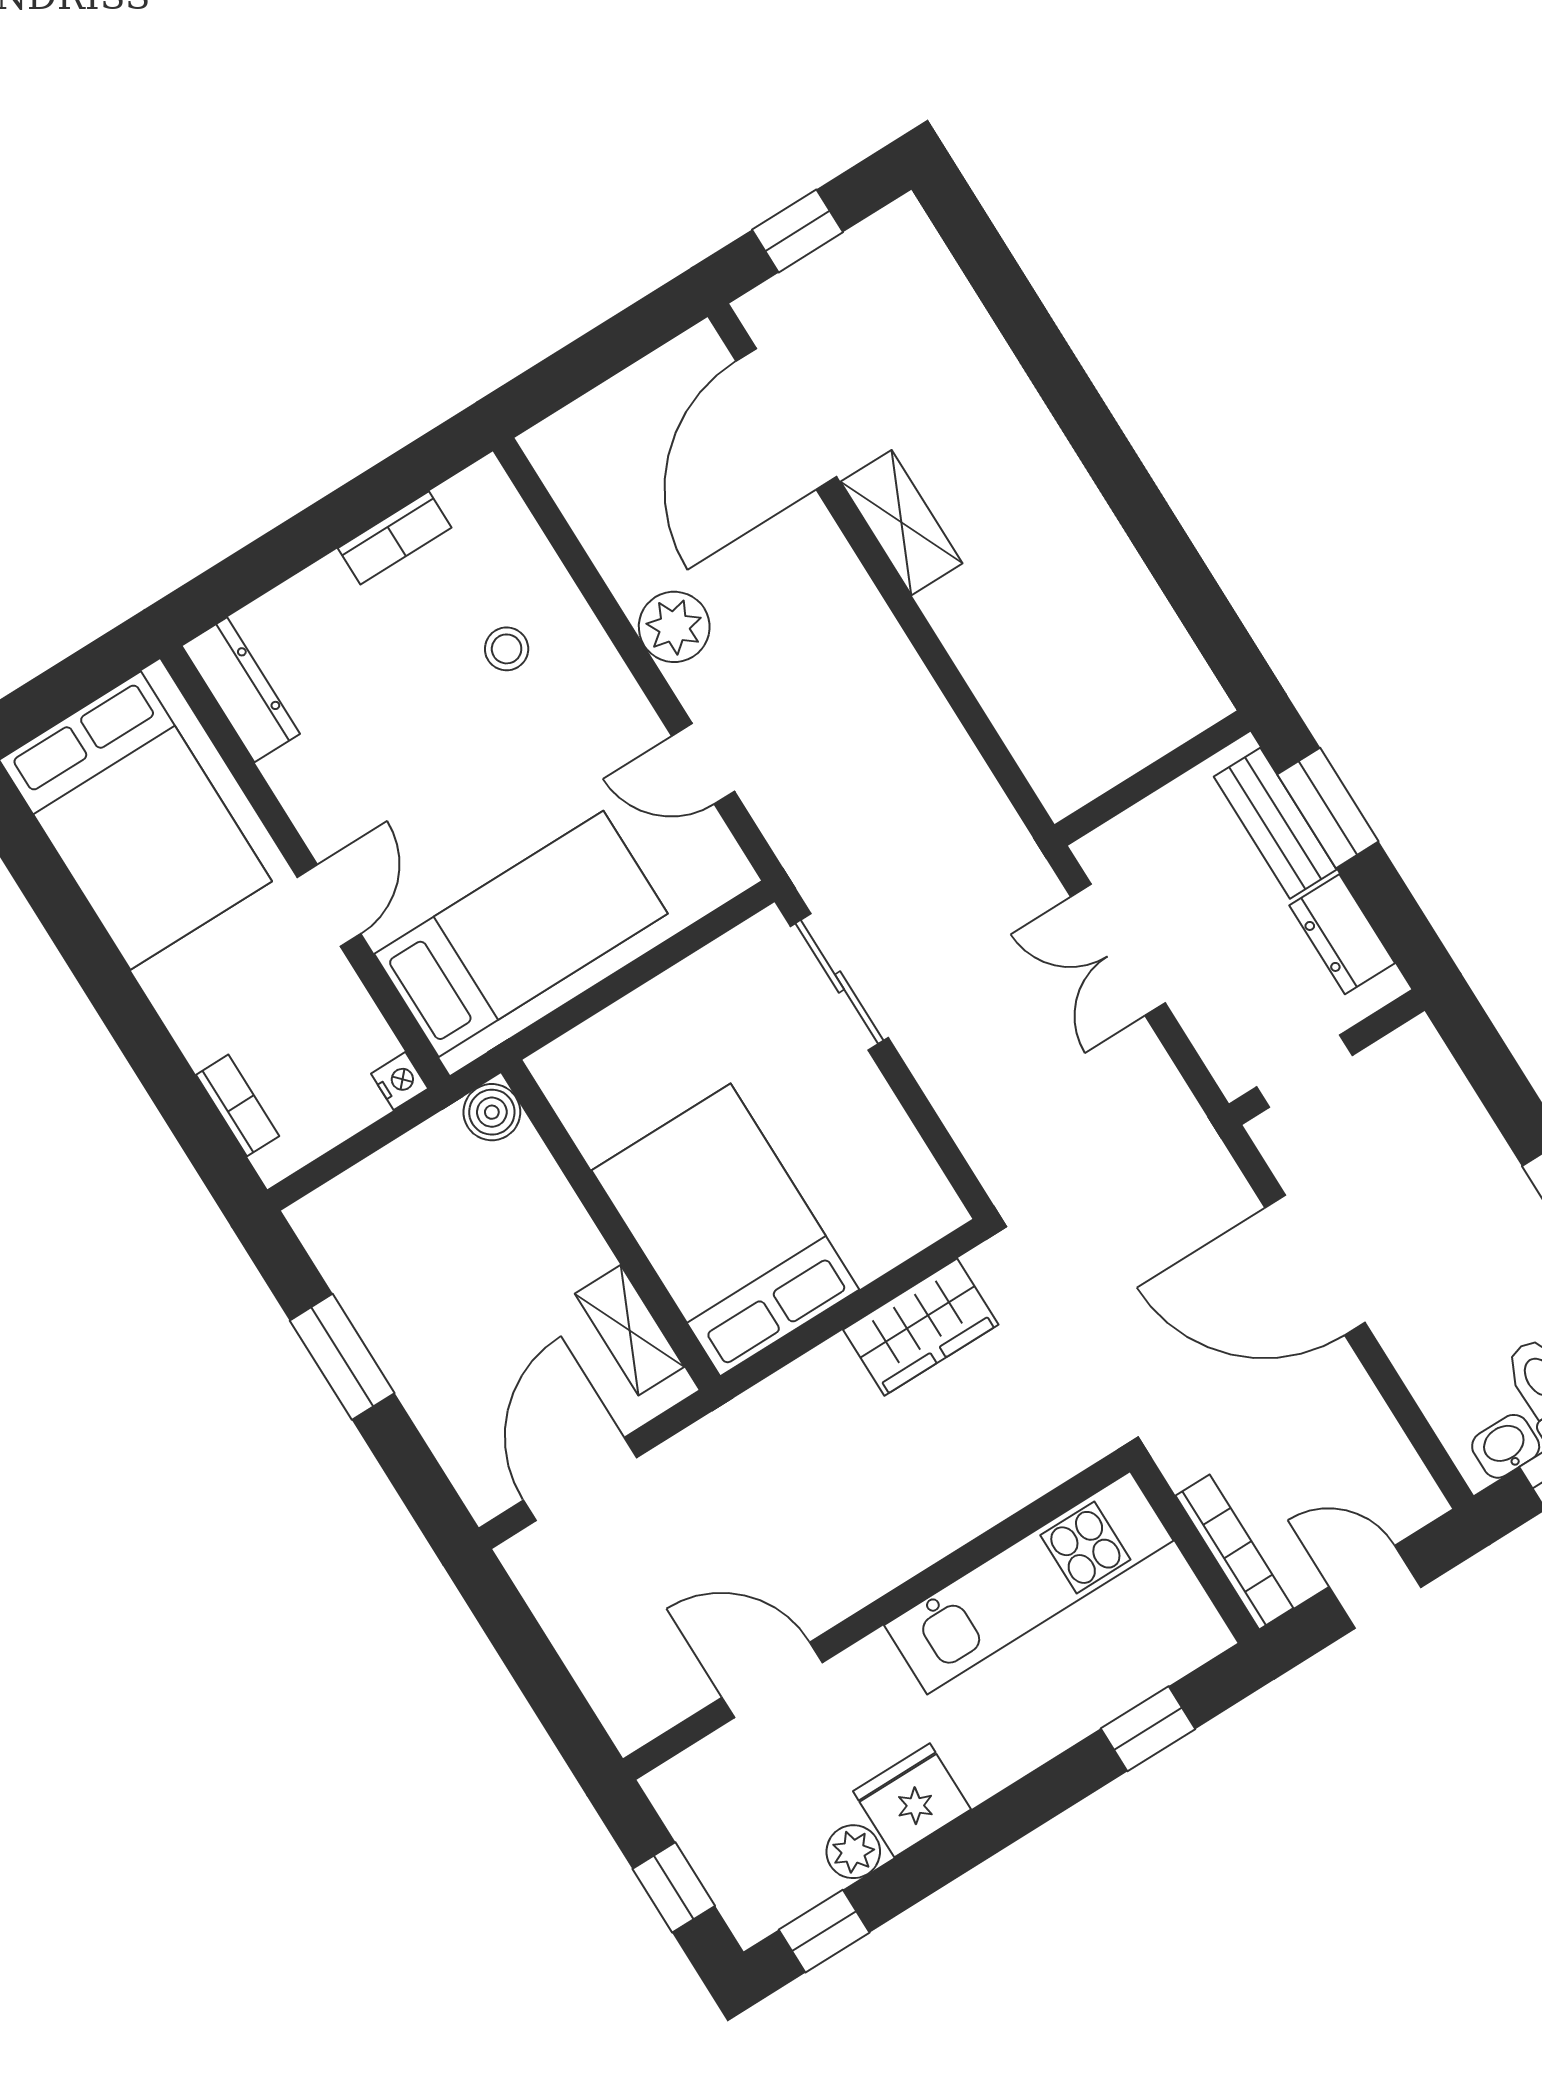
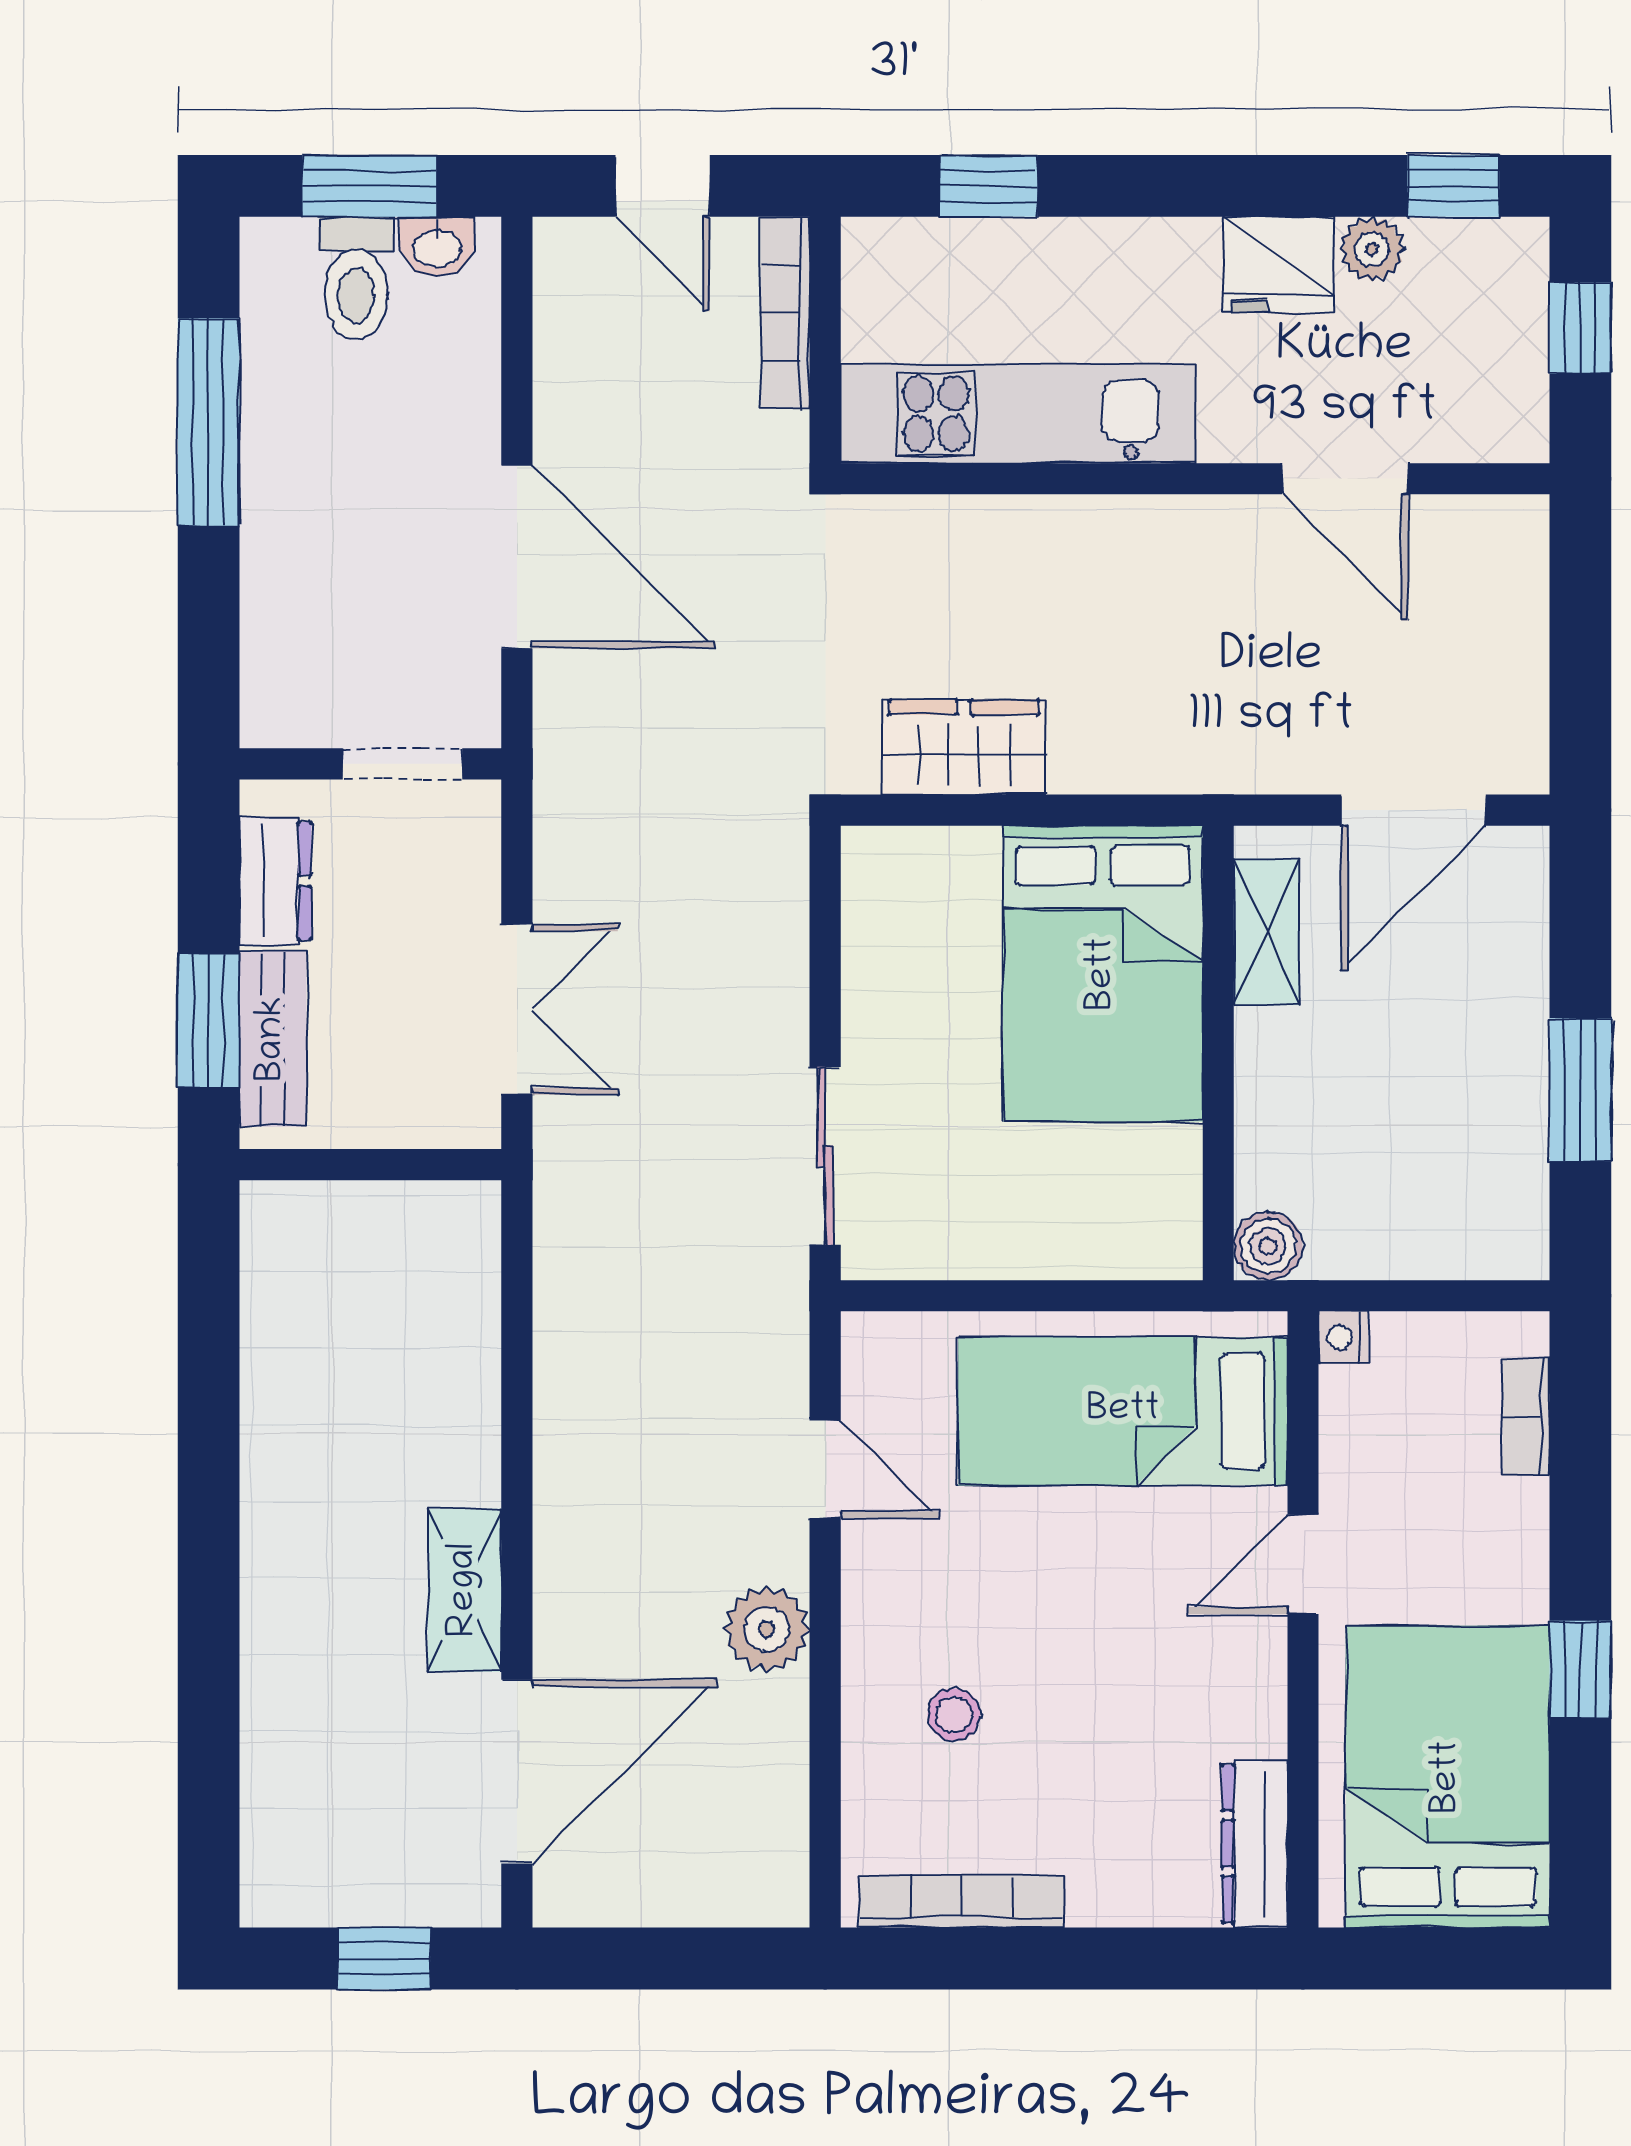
bookcase: (395, 538) -> (961, 1901), width x1.56
window: (90, 953) -> (1580, 1670), added

